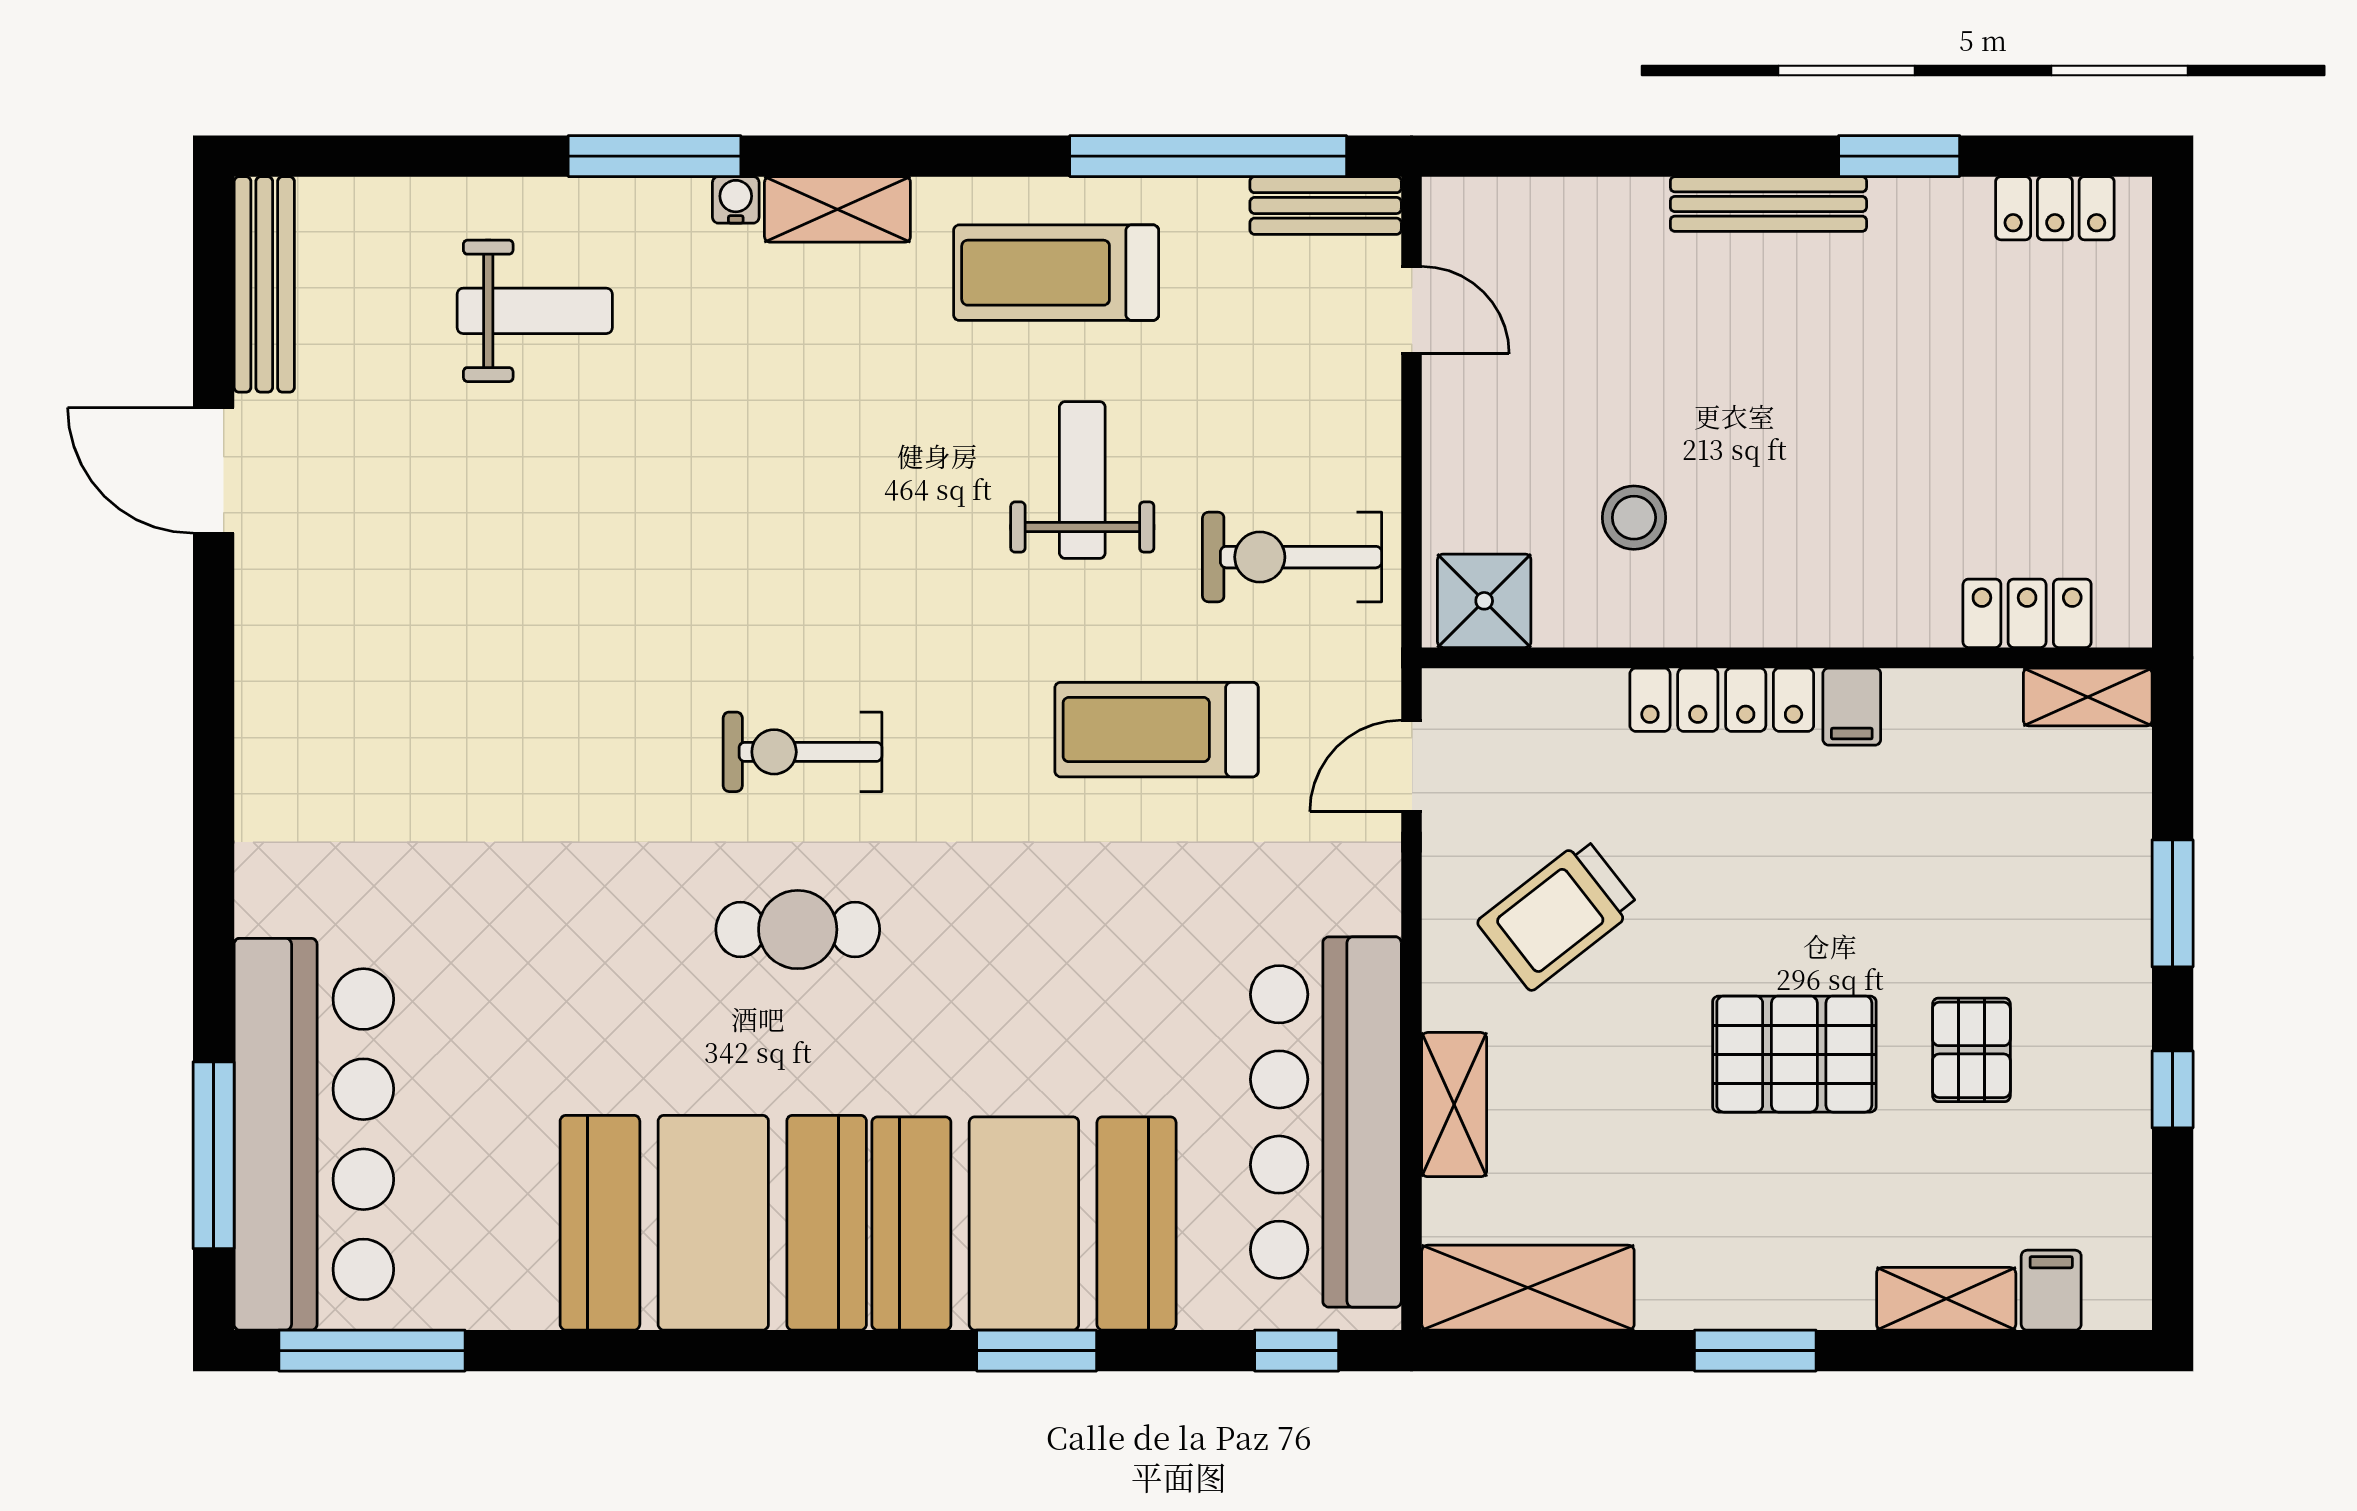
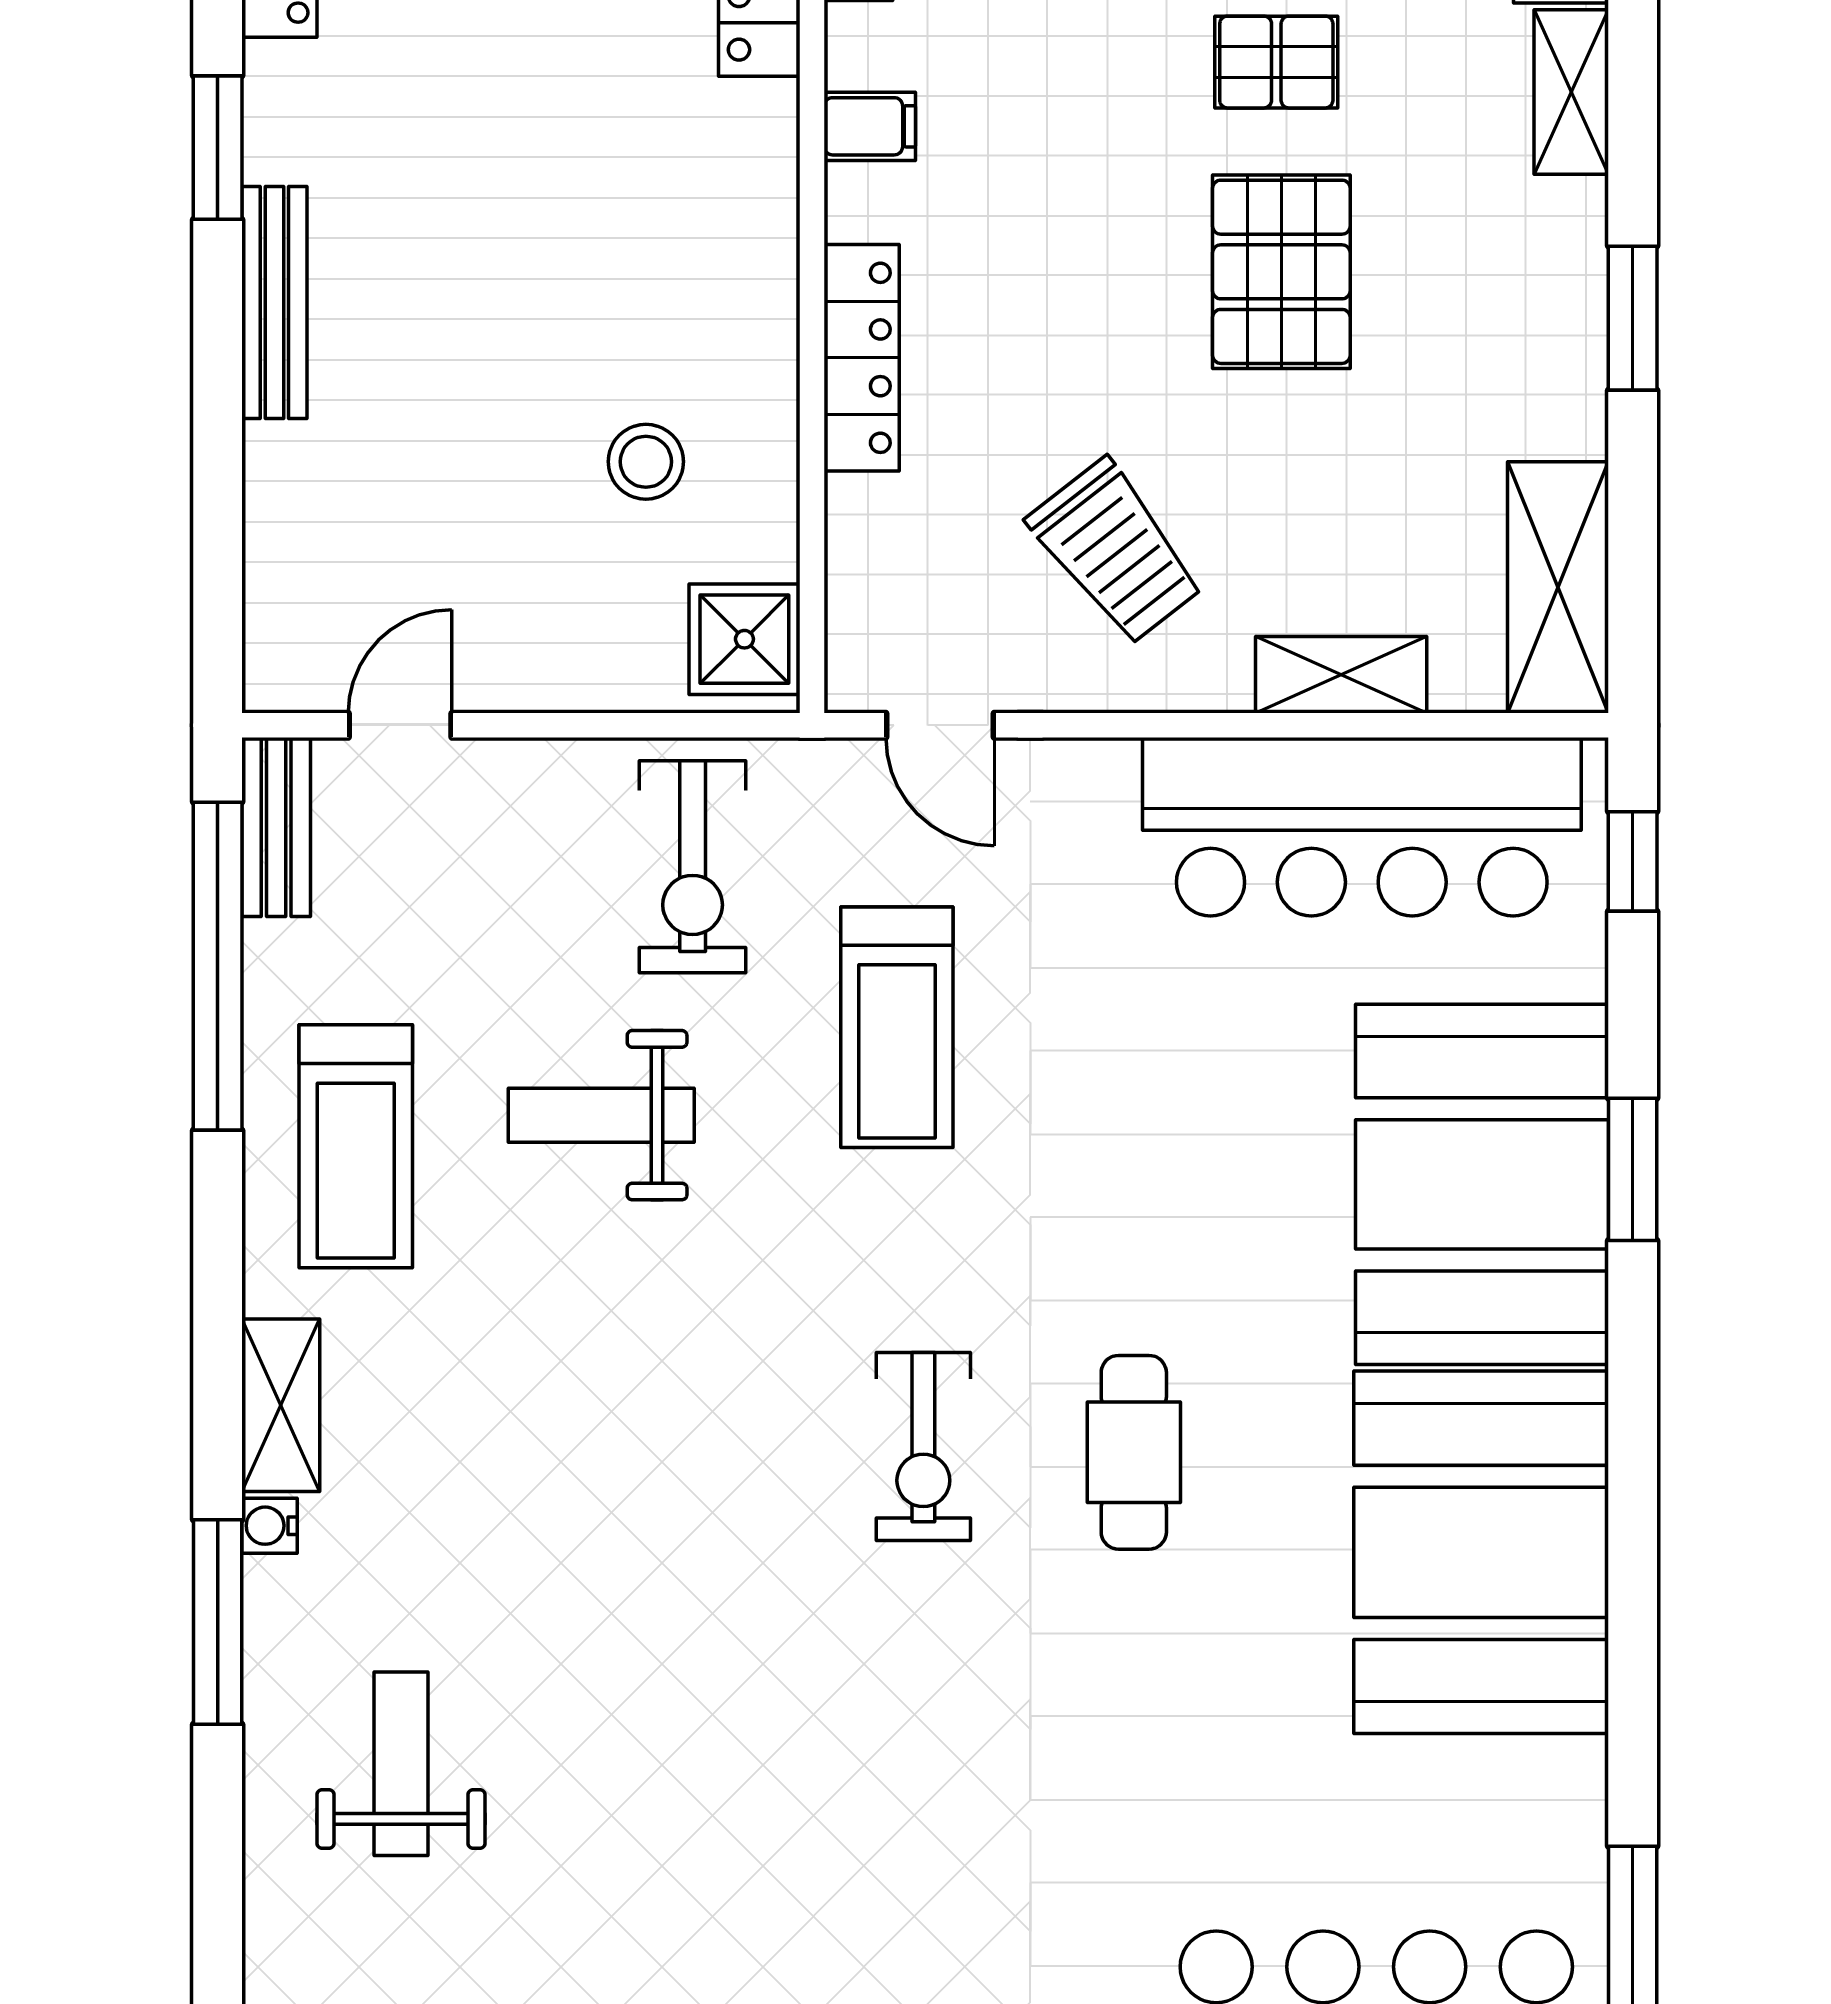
filing cabinet: (1852, 707) -> (870, 126), moved

